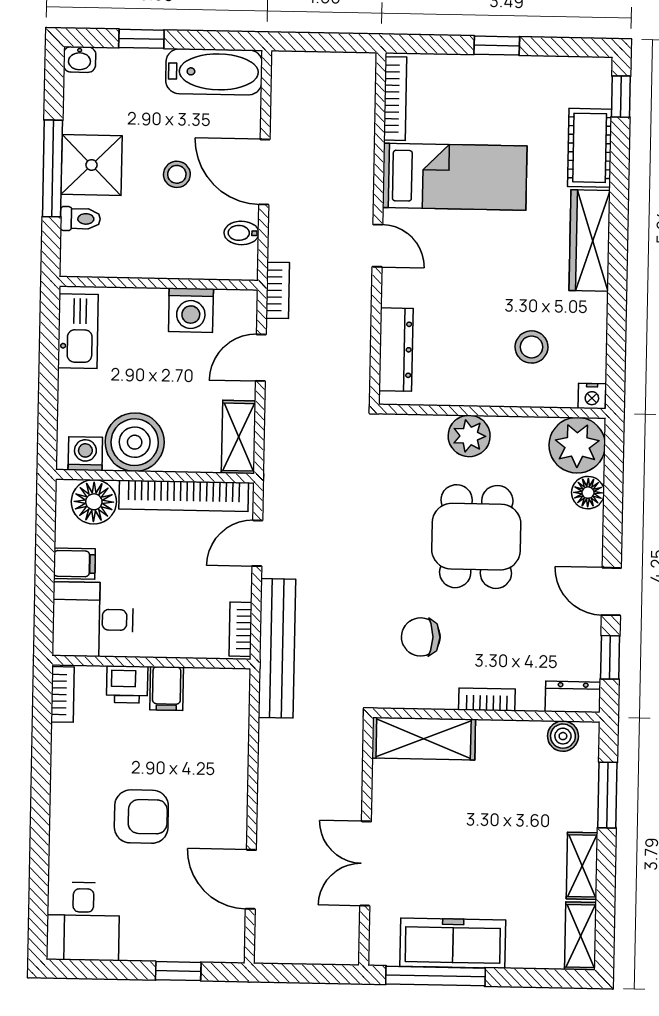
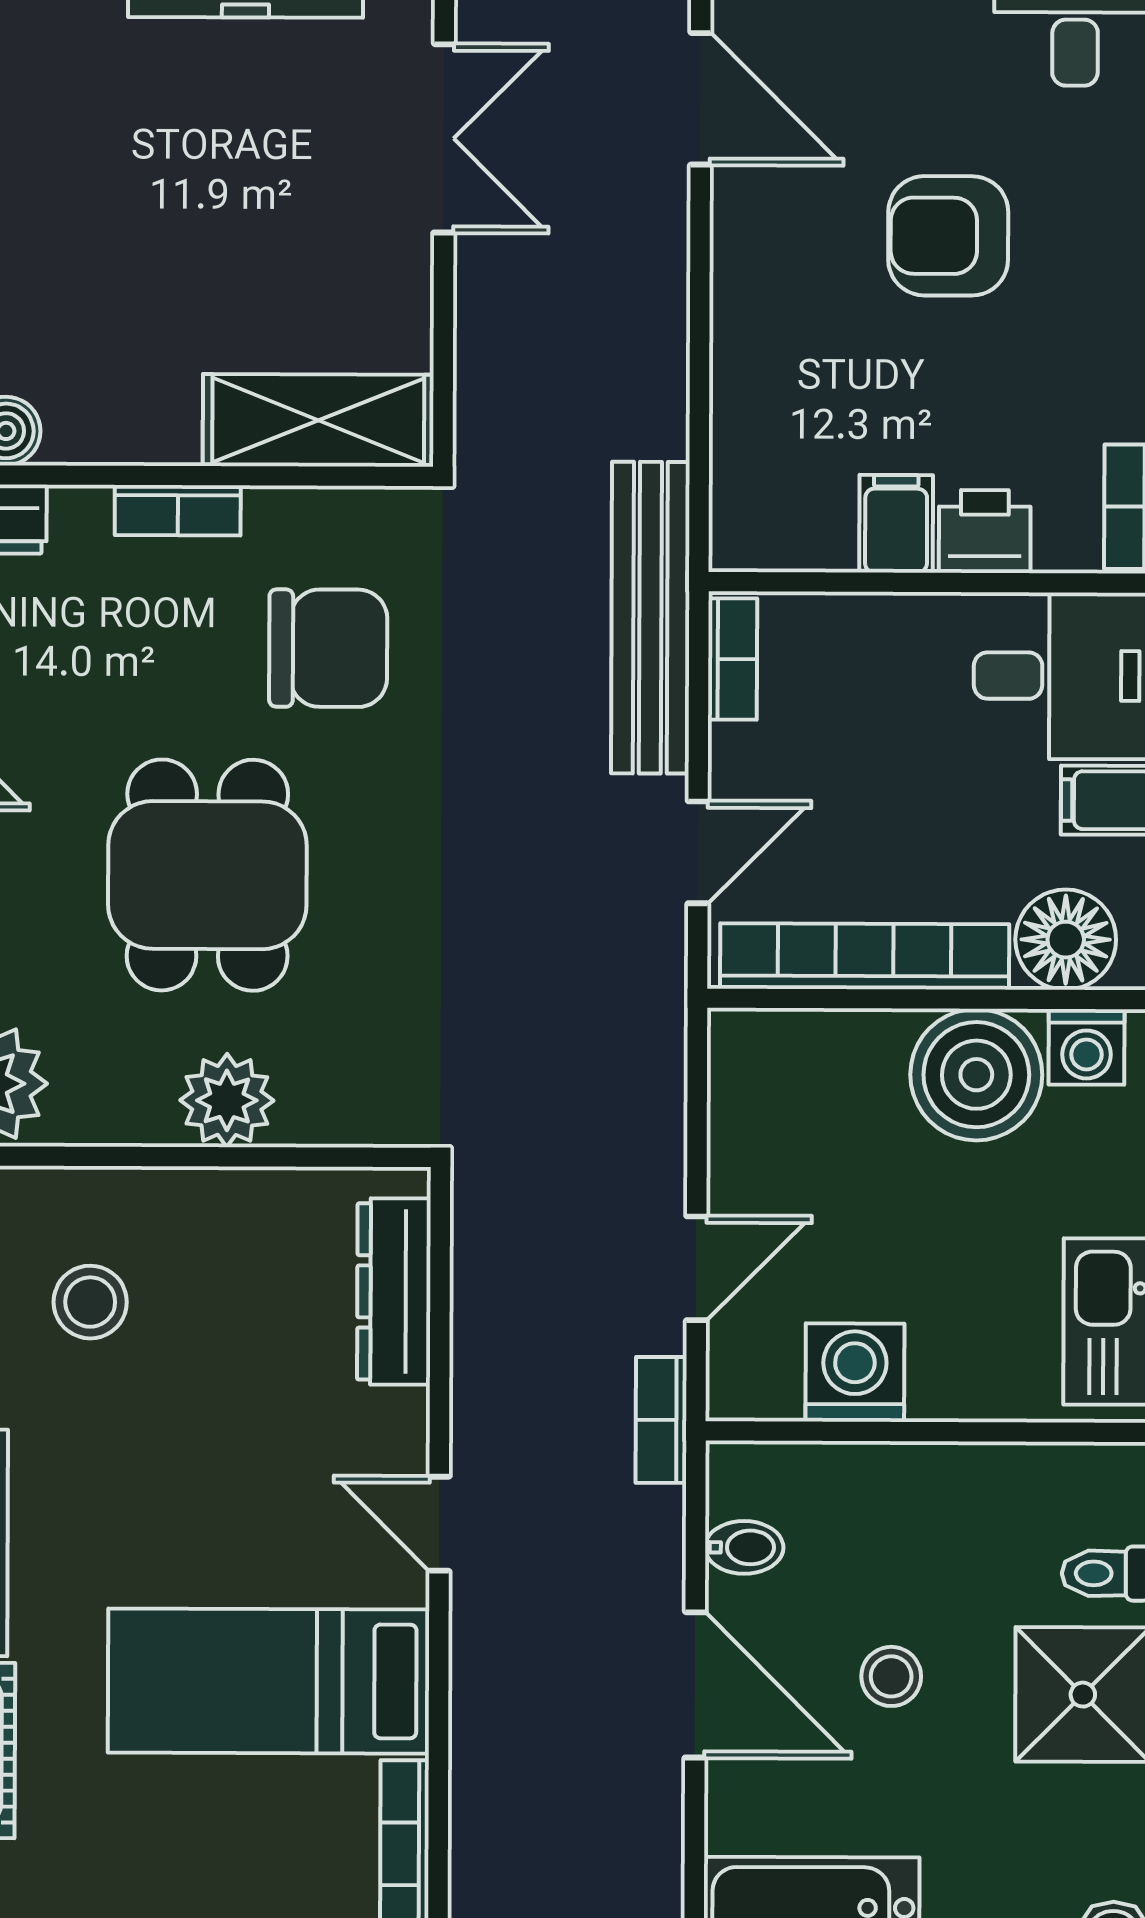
shelving: (239, 437) -> (744, 1090), removed
chair: (421, 637) -> (328, 648), width x1.37, depth x1.37

